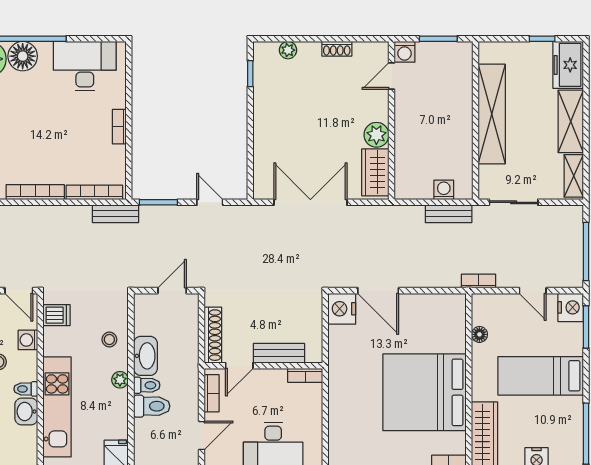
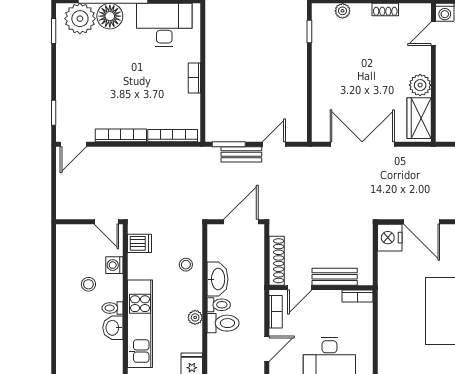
door: (210, 202) -> (274, 144), hinge flipped
bench: (116, 214) -> (241, 154), moved
door: (172, 291) -> (241, 222), width x1.37
plant: (120, 380) -> (195, 317), moved

